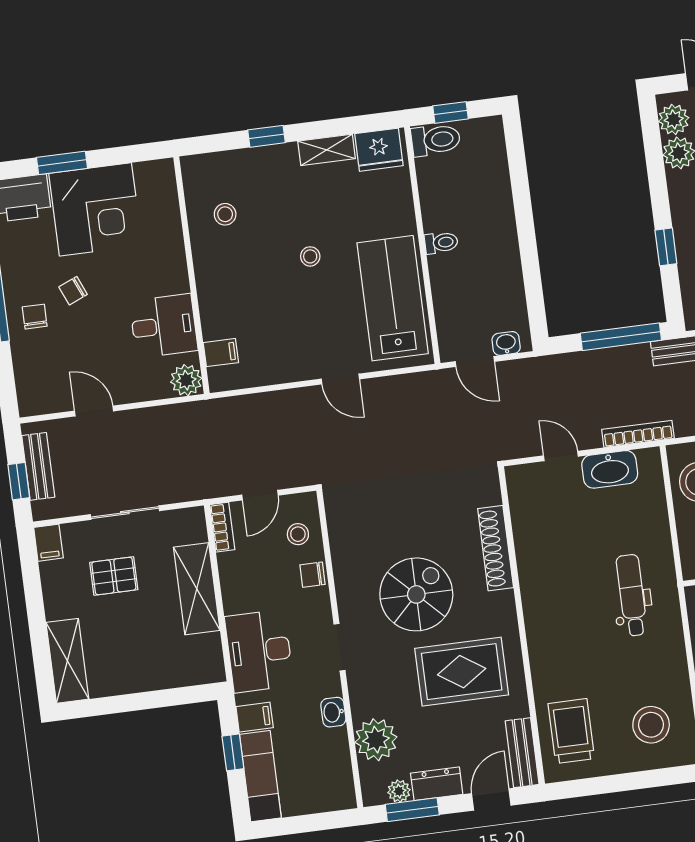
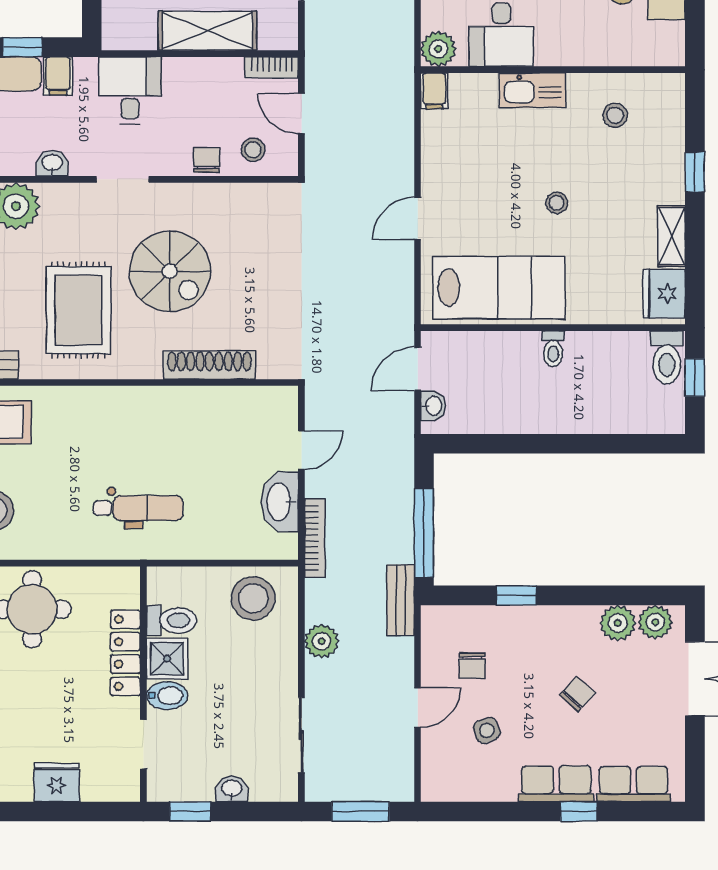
kitchen sink: (212, 291) -> (532, 90), added
filing cabinet: (221, 353) -> (434, 91), moved
desk: (259, 651) -> (130, 90), width x0.73

